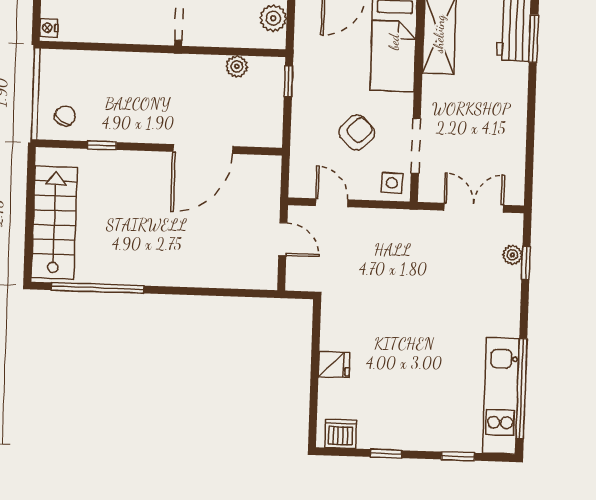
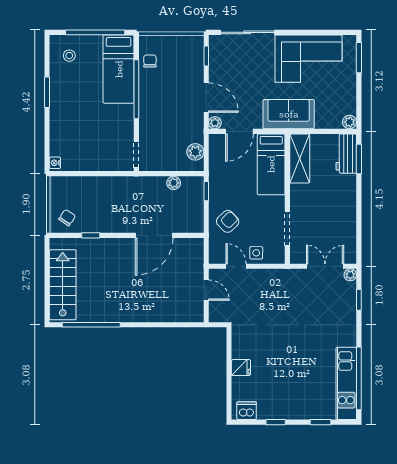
armchair: (357, 132) -> (228, 221), moved
side table: (392, 183) -> (256, 253), moved
plant: (512, 255) -> (350, 275), moved

